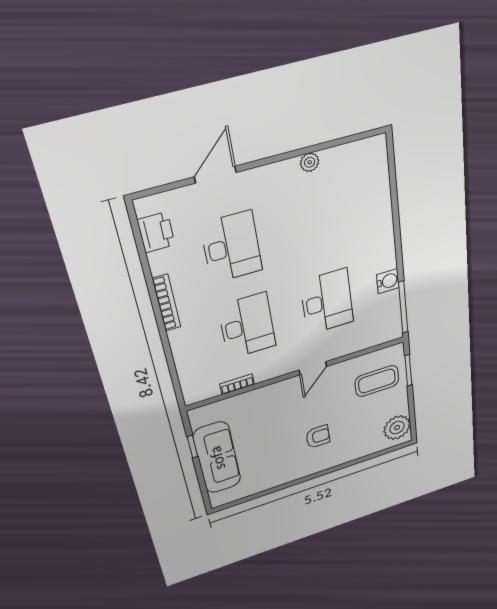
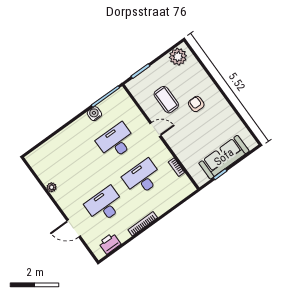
coffee table: (377, 381) -> (166, 100), moved

